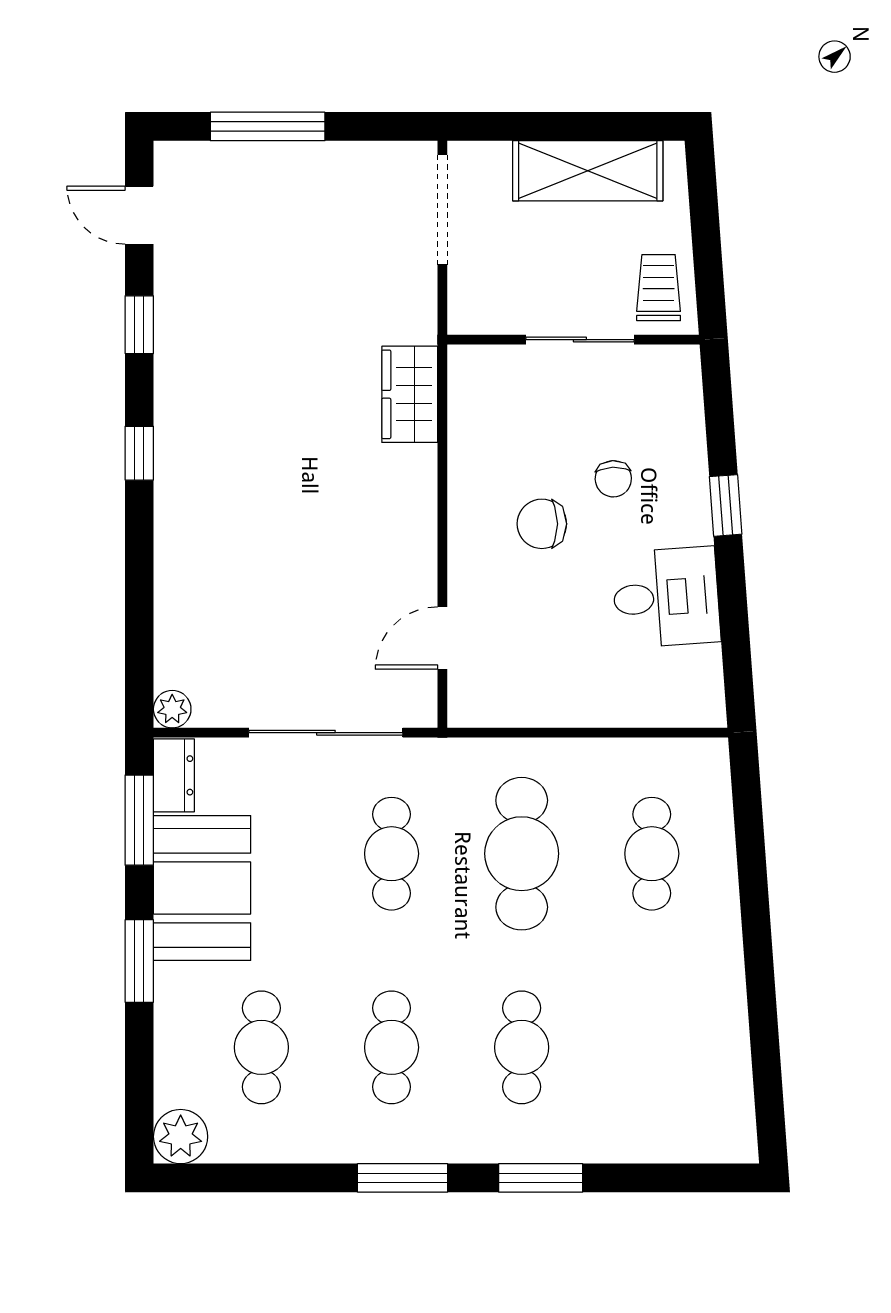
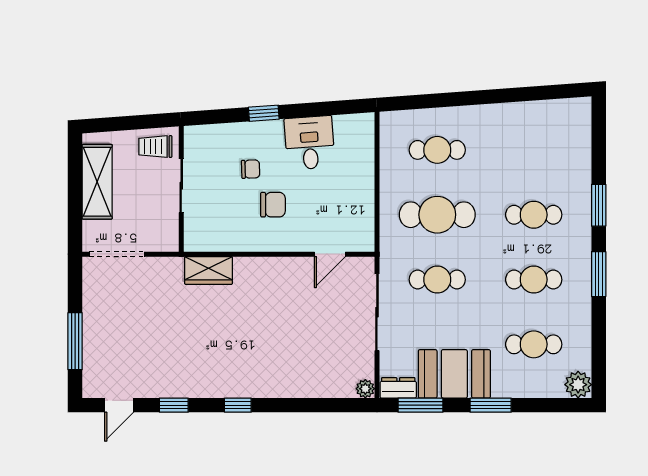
chair: (542, 524) -> (273, 205), turned -90
door: (442, 638) -> (330, 254), hinge flipped

